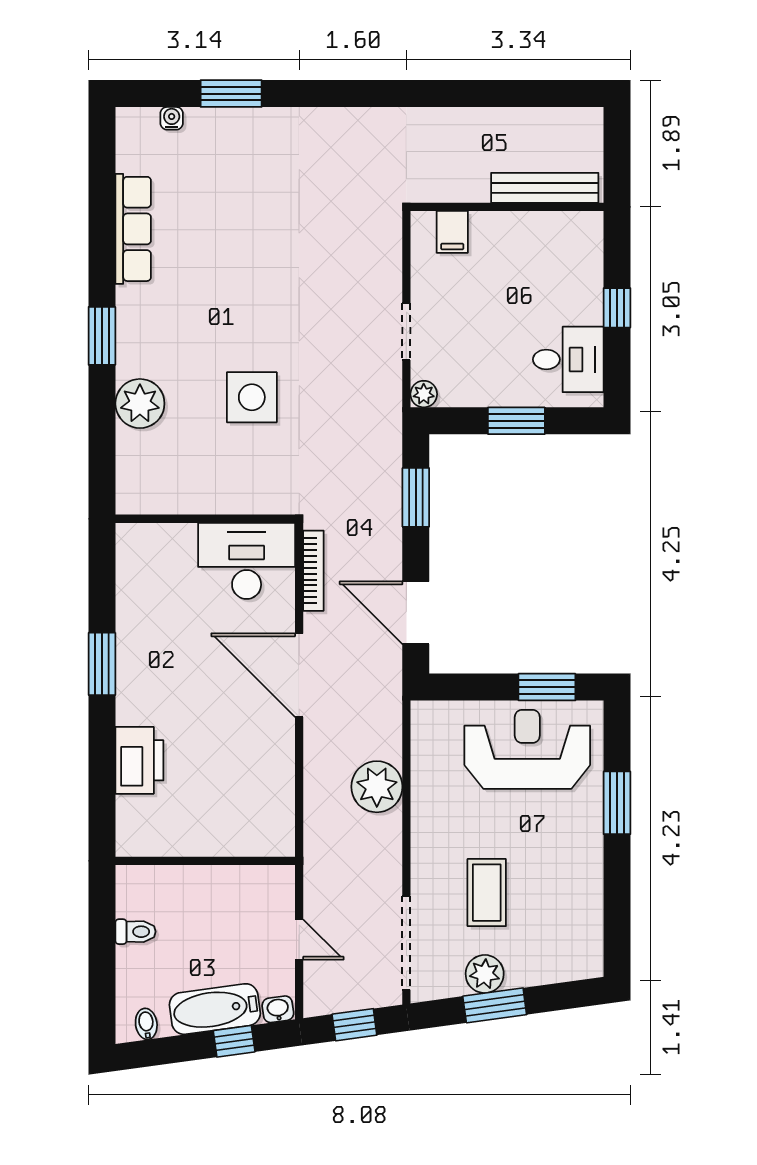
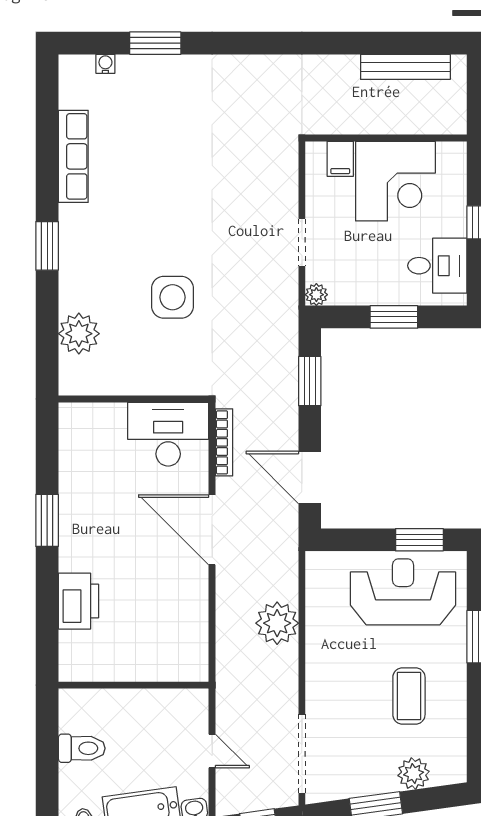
bench: (545, 188) -> (405, 67), moved
corner desk: (518, 258) -> (395, 181), added
plant: (140, 404) -> (79, 334), moved
coffee table: (487, 893) -> (409, 696), moved
toilet: (136, 932) -> (82, 748), width x1.37, depth x1.39
plant: (485, 974) -> (414, 774), moved

